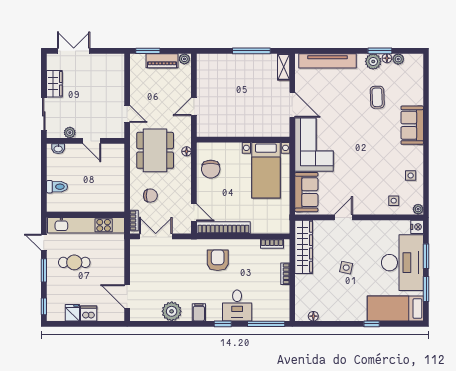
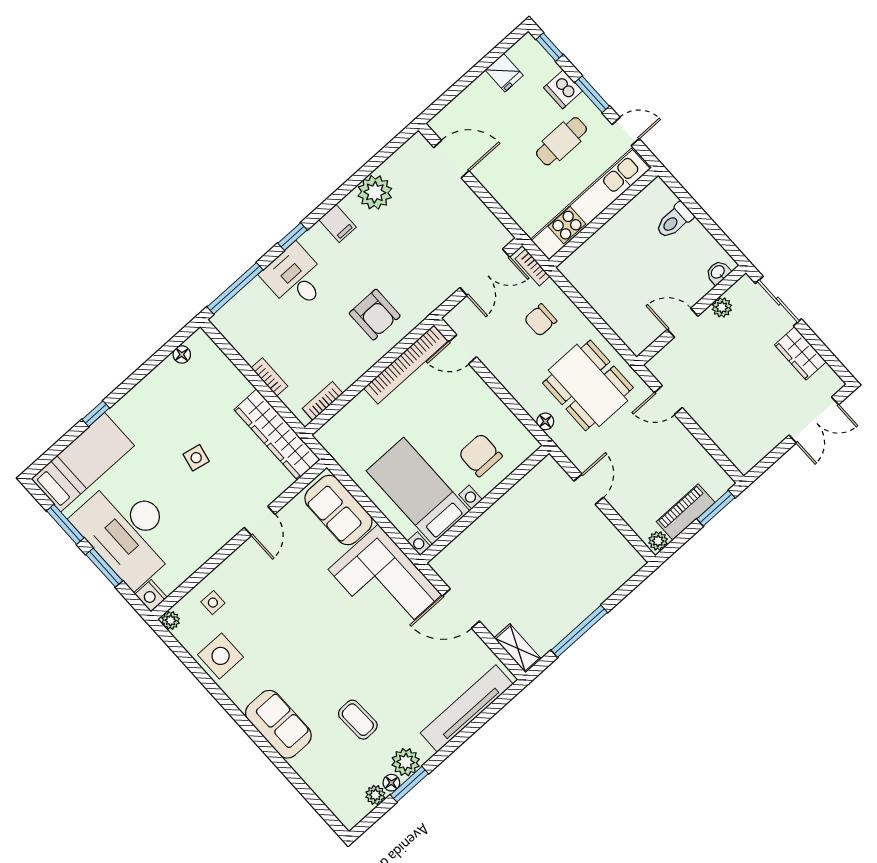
chair: (211, 169) -> (480, 455), moved
side table: (411, 176) -> (221, 656), width x1.87, depth x1.87
dishwasher: (89, 314) -> (563, 89), moved, turned 90

